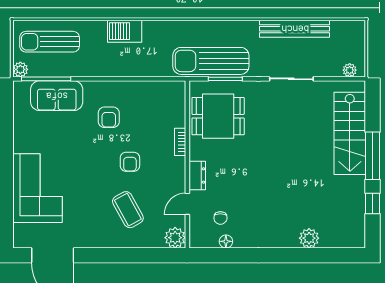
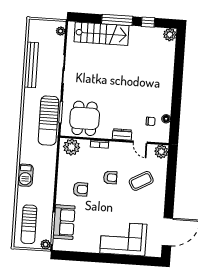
plant: (173, 99) -> (72, 147), added
plant: (309, 238) -> (170, 35), moved

